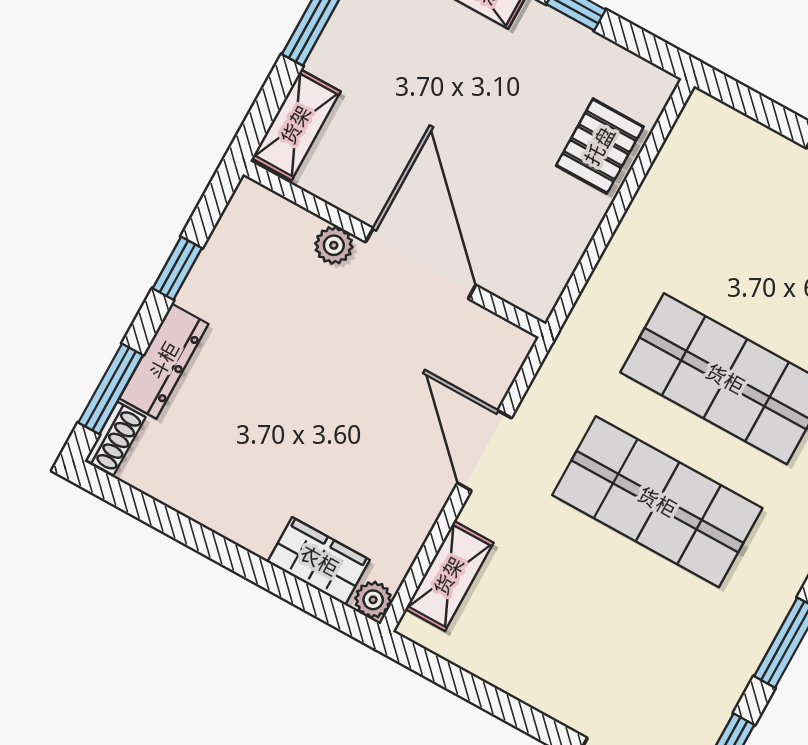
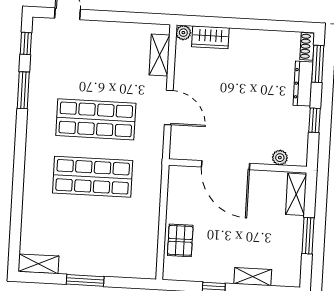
plant: (334, 245) -> (280, 158), moved

